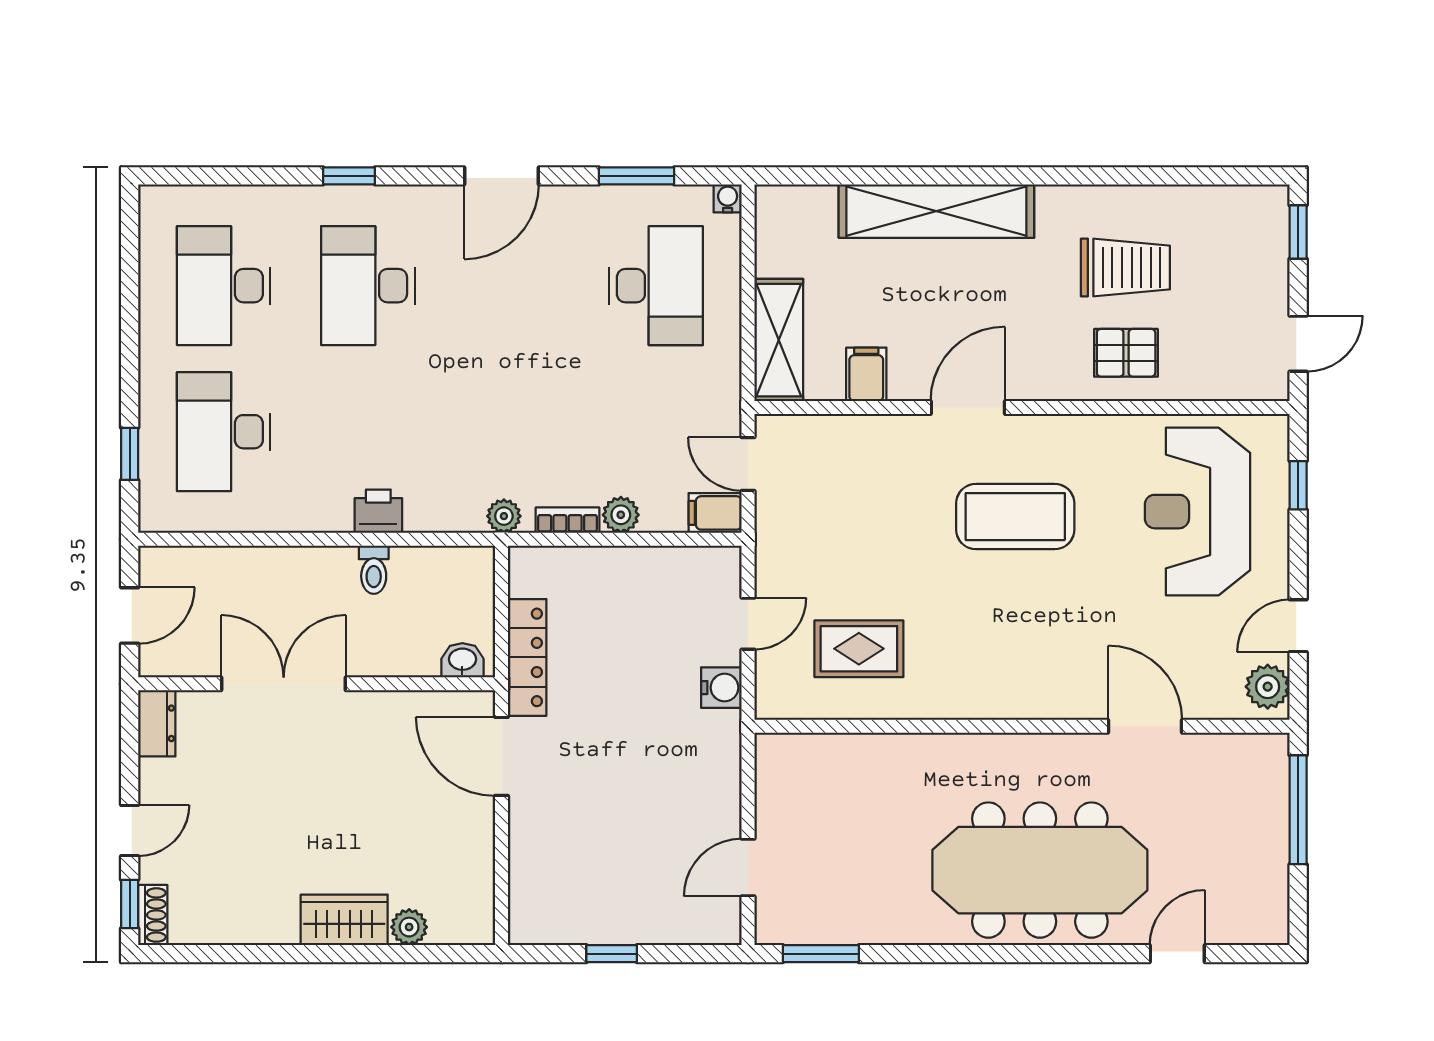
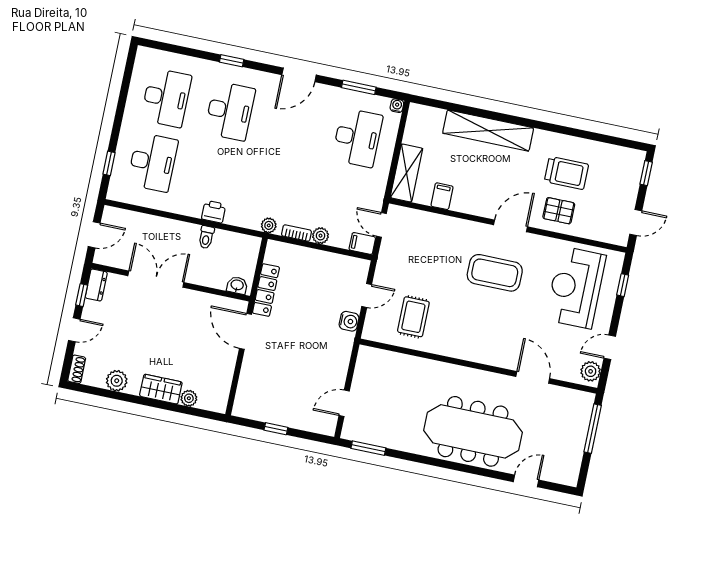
desk: (224, 286) -> (166, 98), turned 180
desk: (368, 286) -> (230, 111), turned 180
door: (968, 408) -> (510, 226), moved
desk: (224, 432) -> (153, 162), turned 180
rug: (859, 649) -> (413, 317), turned 90
window: (130, 904) -> (82, 295), moved
plant: (245, 922) -> (117, 381), added

